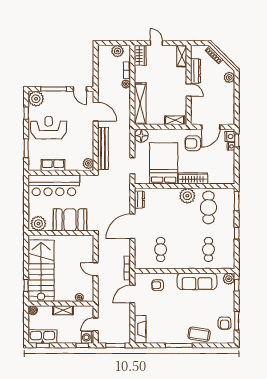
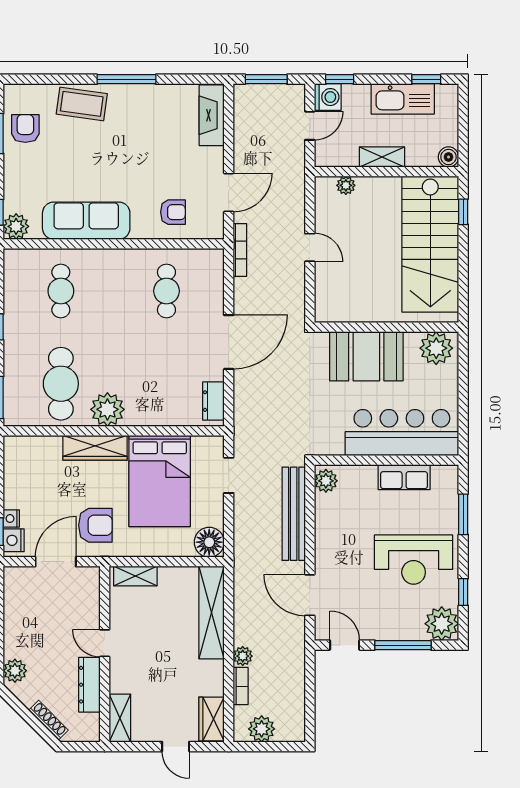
kitchen sink: (43, 337) -> (403, 99), moved

